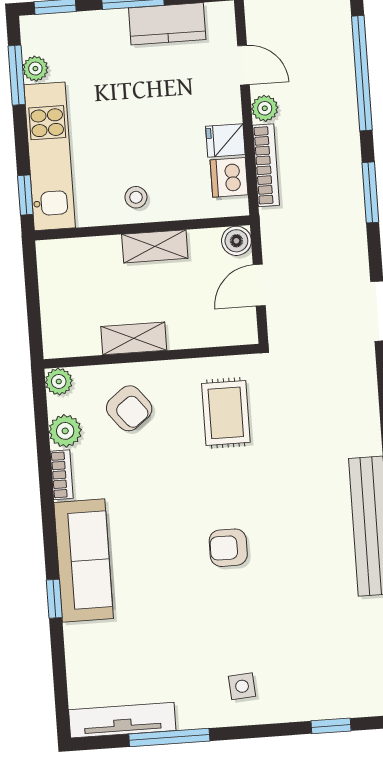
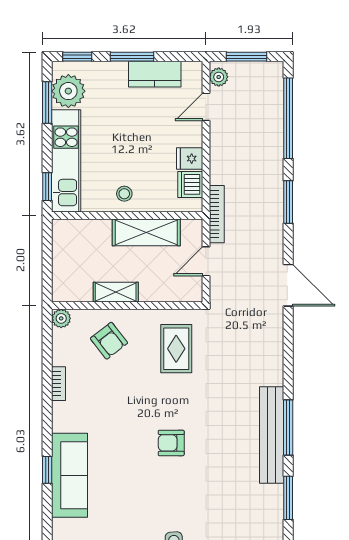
door: (243, 65) -> (206, 107), swing flipped
plant: (35, 69) -> (68, 91), width x1.88, depth x1.88
plant: (265, 108) -> (219, 77), moved
bookcase: (266, 165) -> (217, 214), moved
boiler: (236, 241) -> (192, 229), removed
shelving: (155, 246) -> (146, 232), width x1.50, depth x1.33
plant: (65, 431) -> (63, 353), removed
sofa: (84, 561) -> (70, 475), moved

